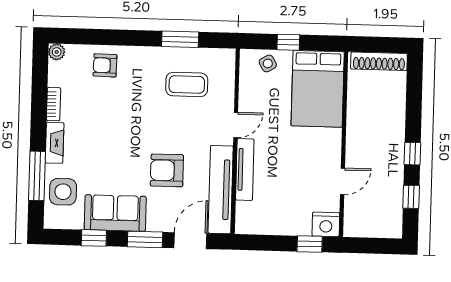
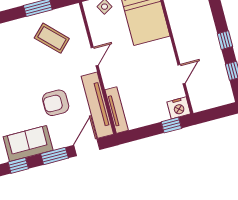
coffee table: (187, 84) -> (52, 38), turned 45
tv unit: (245, 169) -> (117, 110), moved

